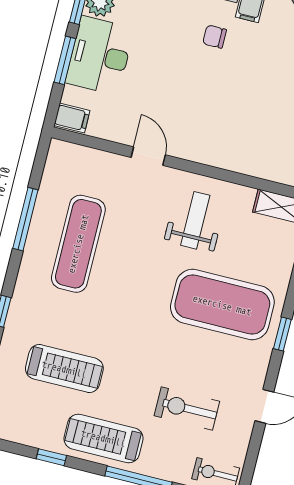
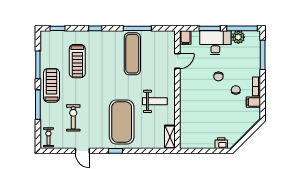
chair: (175, 67) -> (218, 76), added
door: (148, 156) -> (177, 61), moved
exercise mat: (78, 244) -> (132, 54), turned 90
window: (51, 457) -> (38, 65), width x2.17

